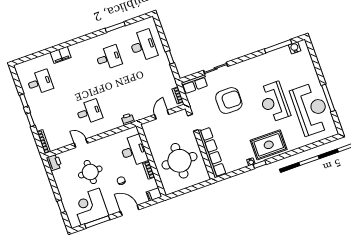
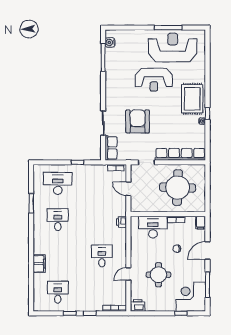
corner desk: (90, 207) -> (191, 297), moved, turned 90

